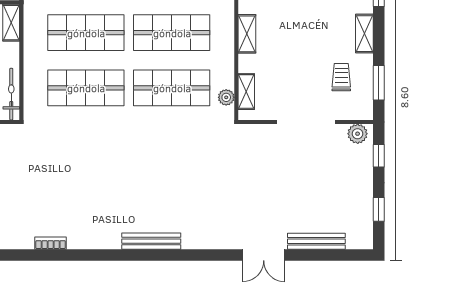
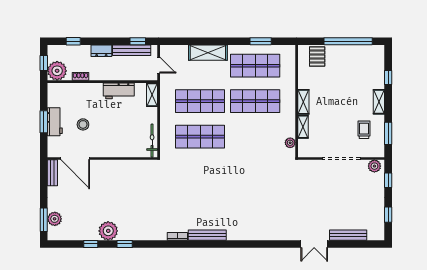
shop shelf: (172, 88) -> (255, 137), removed
shelving: (246, 92) -> (303, 127), moved
bench: (151, 241) -> (207, 235), moved

